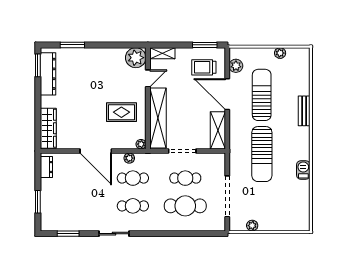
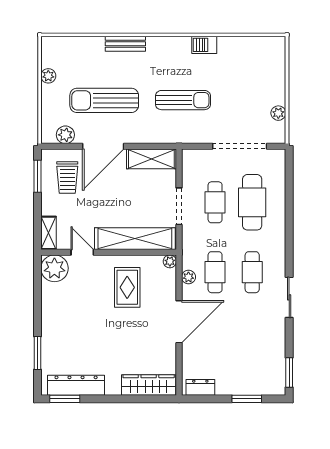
sun lounger: (262, 154) -> (183, 100), width x0.73, depth x0.75
window: (68, 234) -> (289, 373), moved

